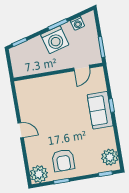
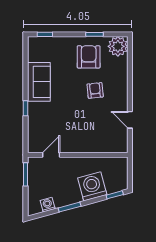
washing machine: (55, 40) -> (92, 186), moved
sofa: (100, 110) -> (39, 82), moved
door: (21, 130) -> (130, 120), moved
armchair: (52, 132) -> (95, 90), added
plant: (110, 157) -> (37, 52), removed

